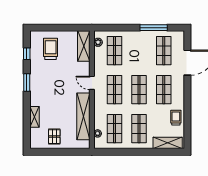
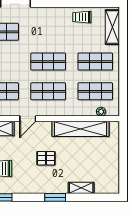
window: (27, 82) -> (55, 197), moved
door: (92, 83) -> (28, 119), moved
shop shelf: (164, 90) -> (48, 32), removed
pallet: (54, 137) -> (46, 158), moved

